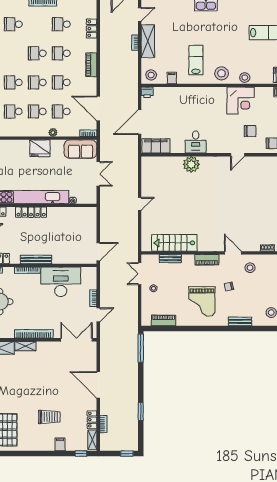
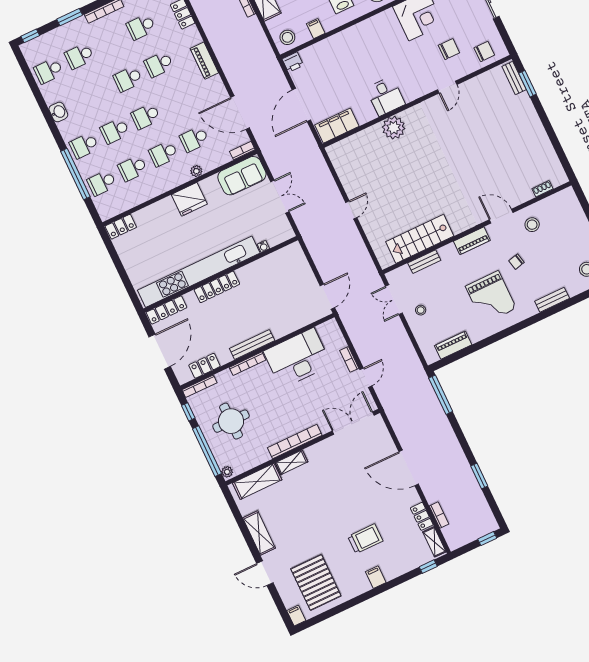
school desk: (61, 82) -> (176, 102), removed
filing cabinet: (60, 444) -> (376, 577), moved

